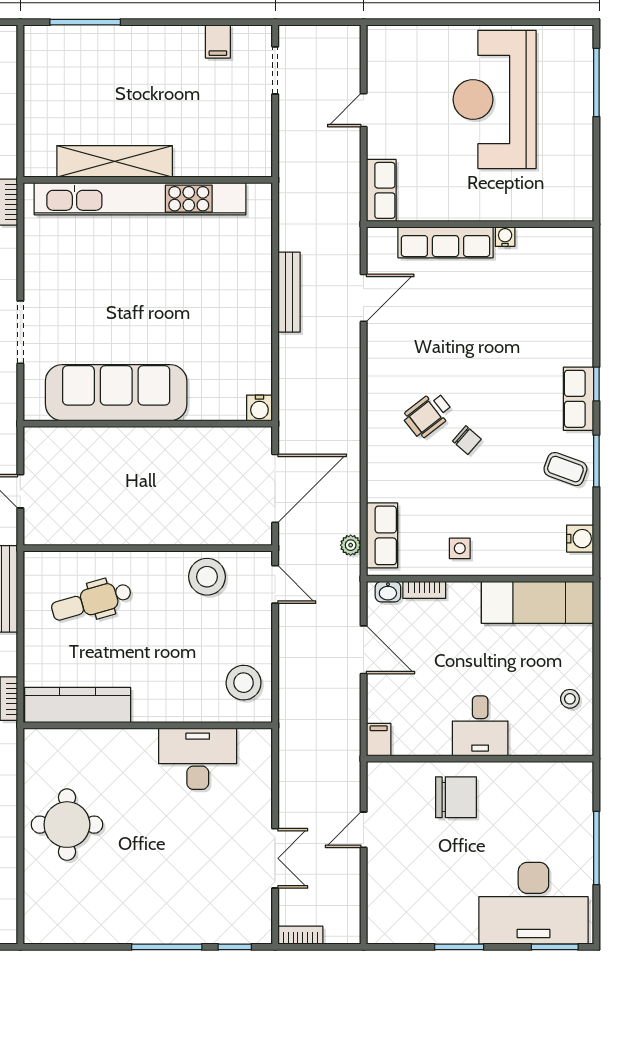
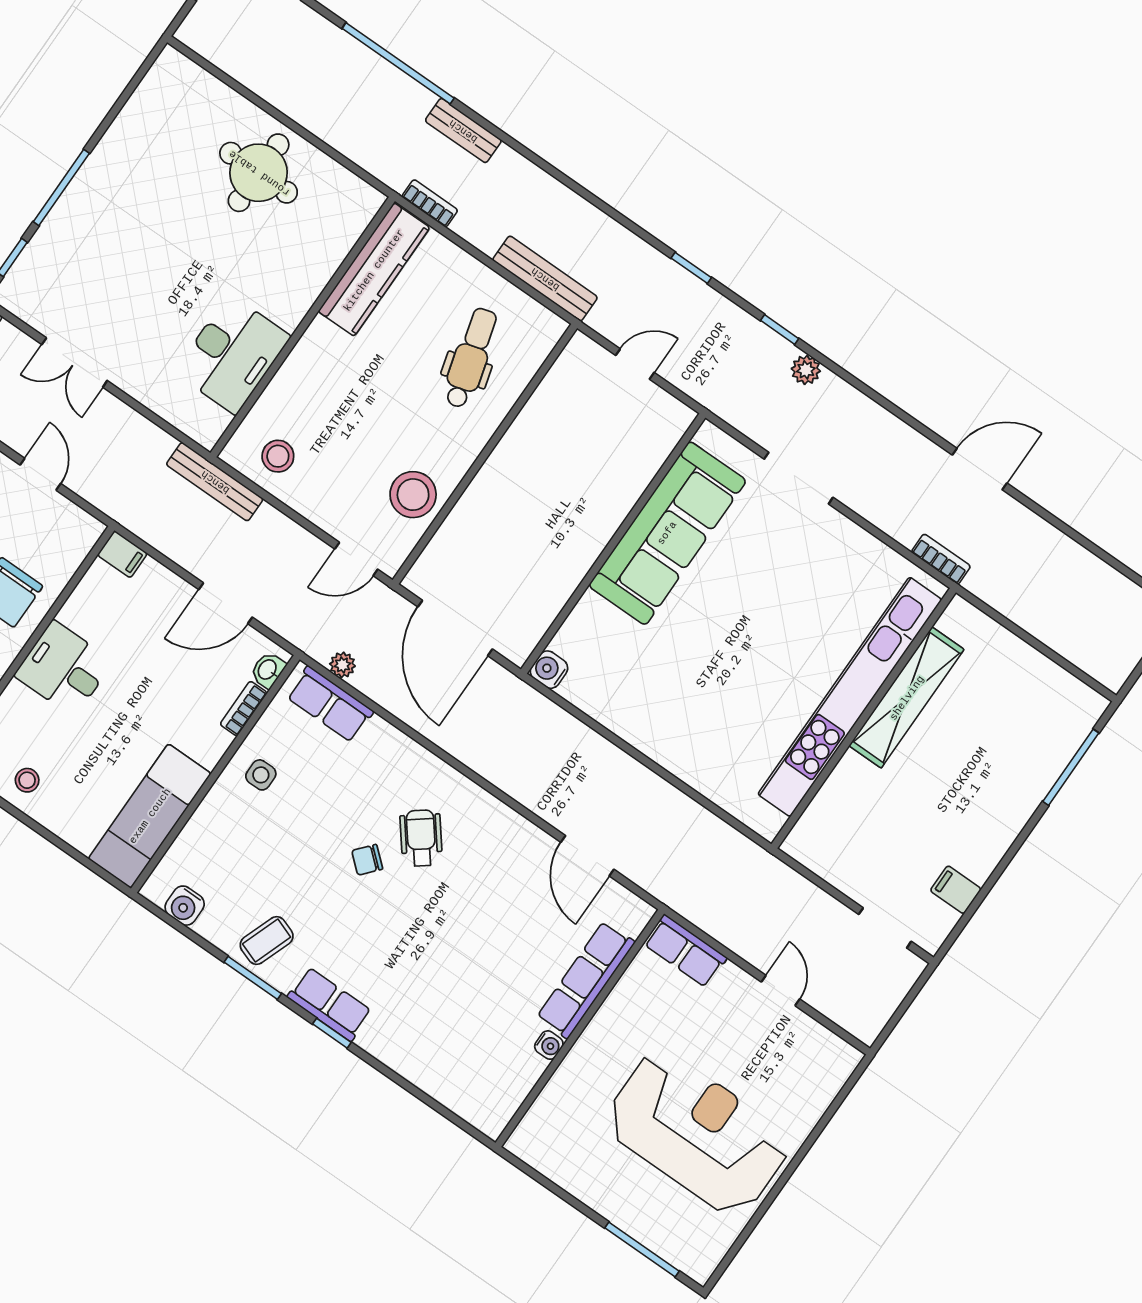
bench: (289, 292) -> (215, 482), moved
stool: (244, 683) -> (278, 456), width x0.73, depth x0.73

